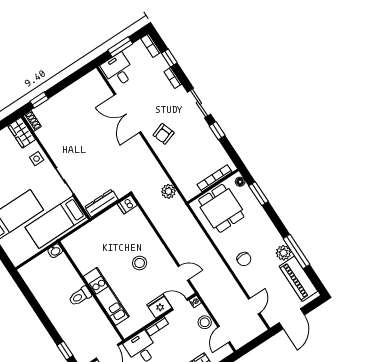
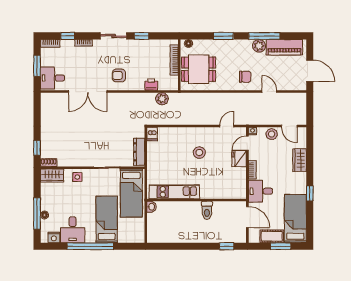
armchair: (164, 134) -> (119, 75), turned 109
printer: (176, 172) -> (151, 85), added
window: (258, 194) -> (223, 36), moved
toilet: (80, 296) -> (207, 210), moved
kitchen unit: (106, 296) -> (174, 192), moved
door: (254, 306) -> (269, 91), moved

